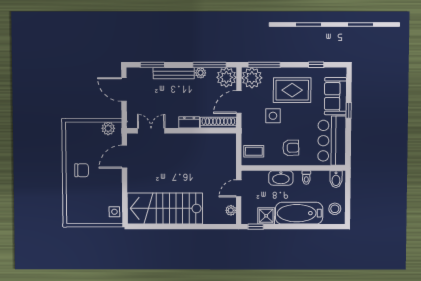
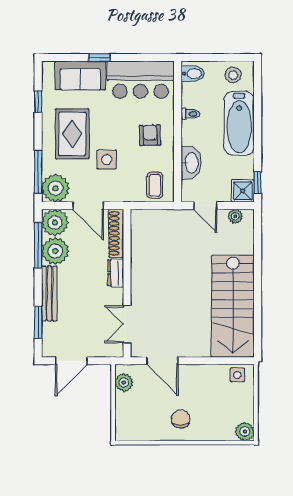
plant: (201, 73) -> (55, 251), width x1.87, depth x1.87
washbasin: (281, 178) -> (191, 163), moved
shower: (266, 216) -> (243, 191), moved
plant: (73, 217) -> (245, 431), added

